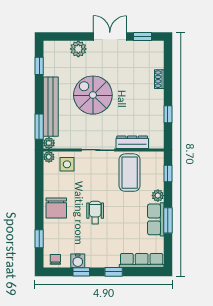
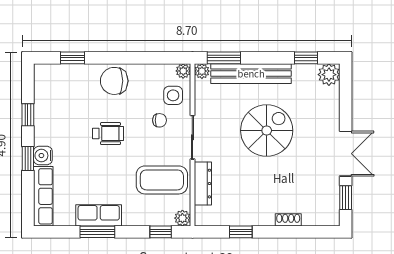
plant: (78, 49) -> (329, 75), moved
plant: (158, 196) -> (182, 218), moved
chair: (55, 259) -> (159, 120), moved
water cooler: (78, 261) -> (43, 156), moved

